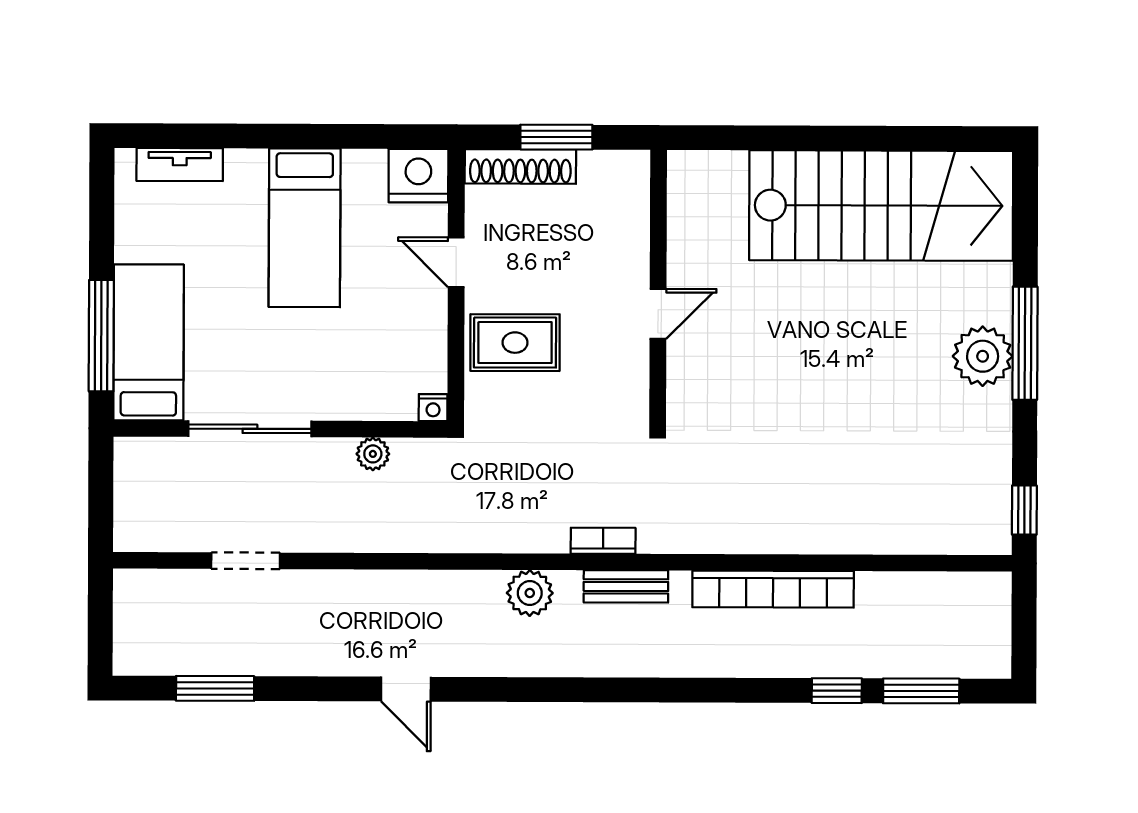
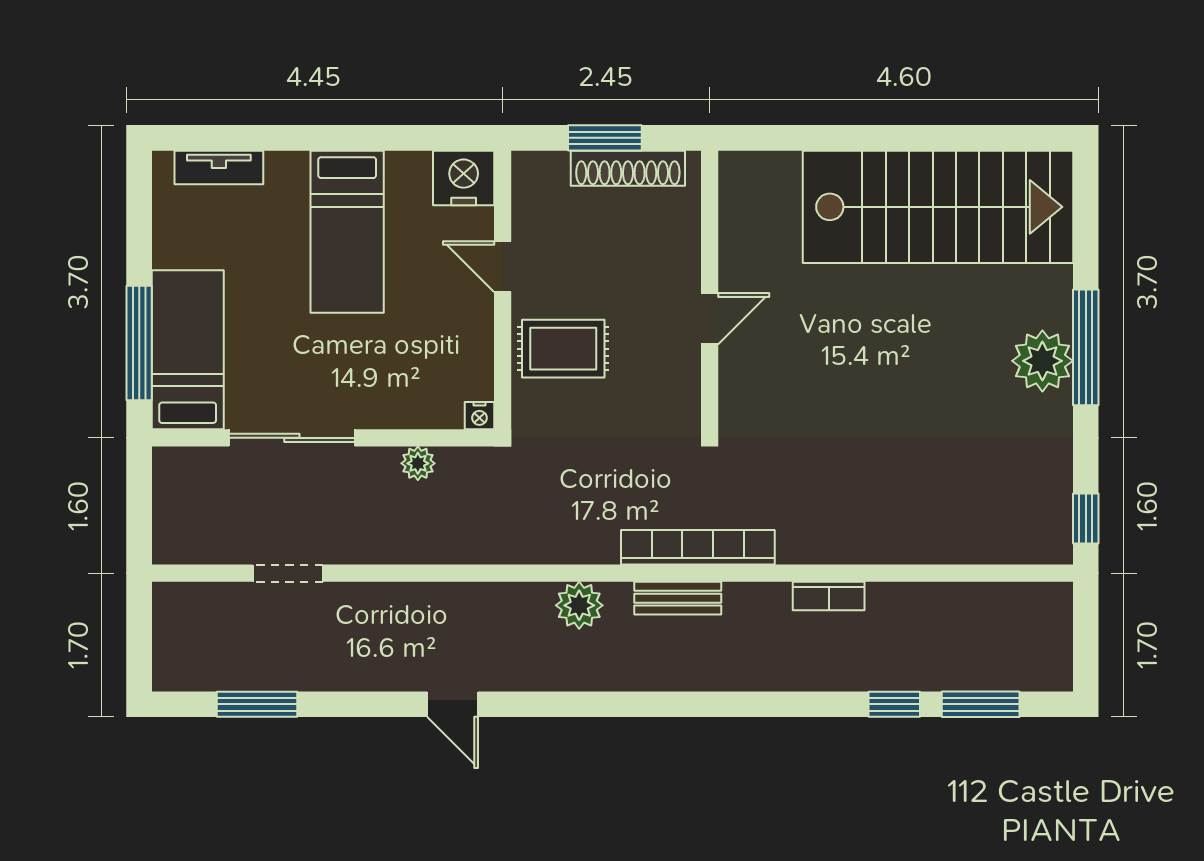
shoe rack: (520, 166) -> (628, 168), moved
bookcase: (603, 541) -> (698, 547), width x2.31, depth x1.31
bookcase: (773, 589) -> (829, 596), width x0.43, depth x0.76

